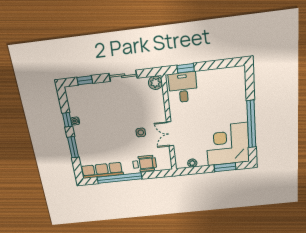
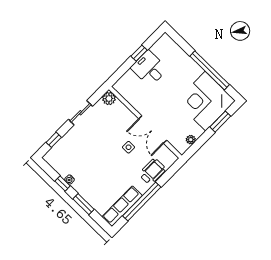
window: (186, 68) -> (139, 53), moved
desk: (183, 87) -> (149, 68), moved
double door: (170, 134) -> (153, 130), width x1.37

